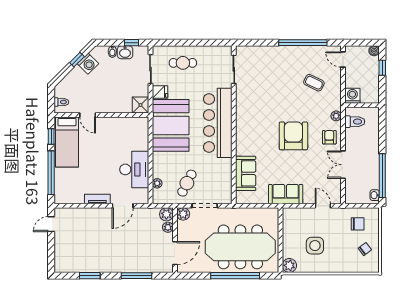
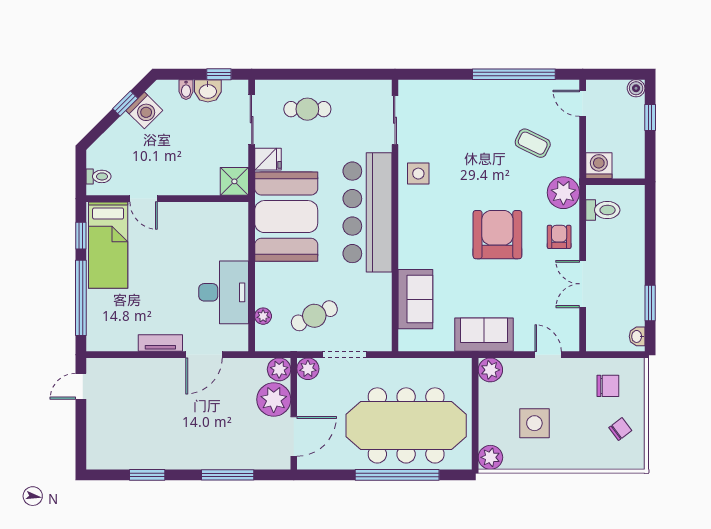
side table: (247, 100) -> (418, 174), added
plant: (336, 116) -> (563, 193), width x1.87, depth x1.87
window: (382, 176) -> (650, 303), width x0.47
cafe table: (187, 183) -> (314, 316), turned 38
plant: (289, 215) -> (490, 370), added
plant: (168, 227) -> (274, 399), width x1.88, depth x1.88

